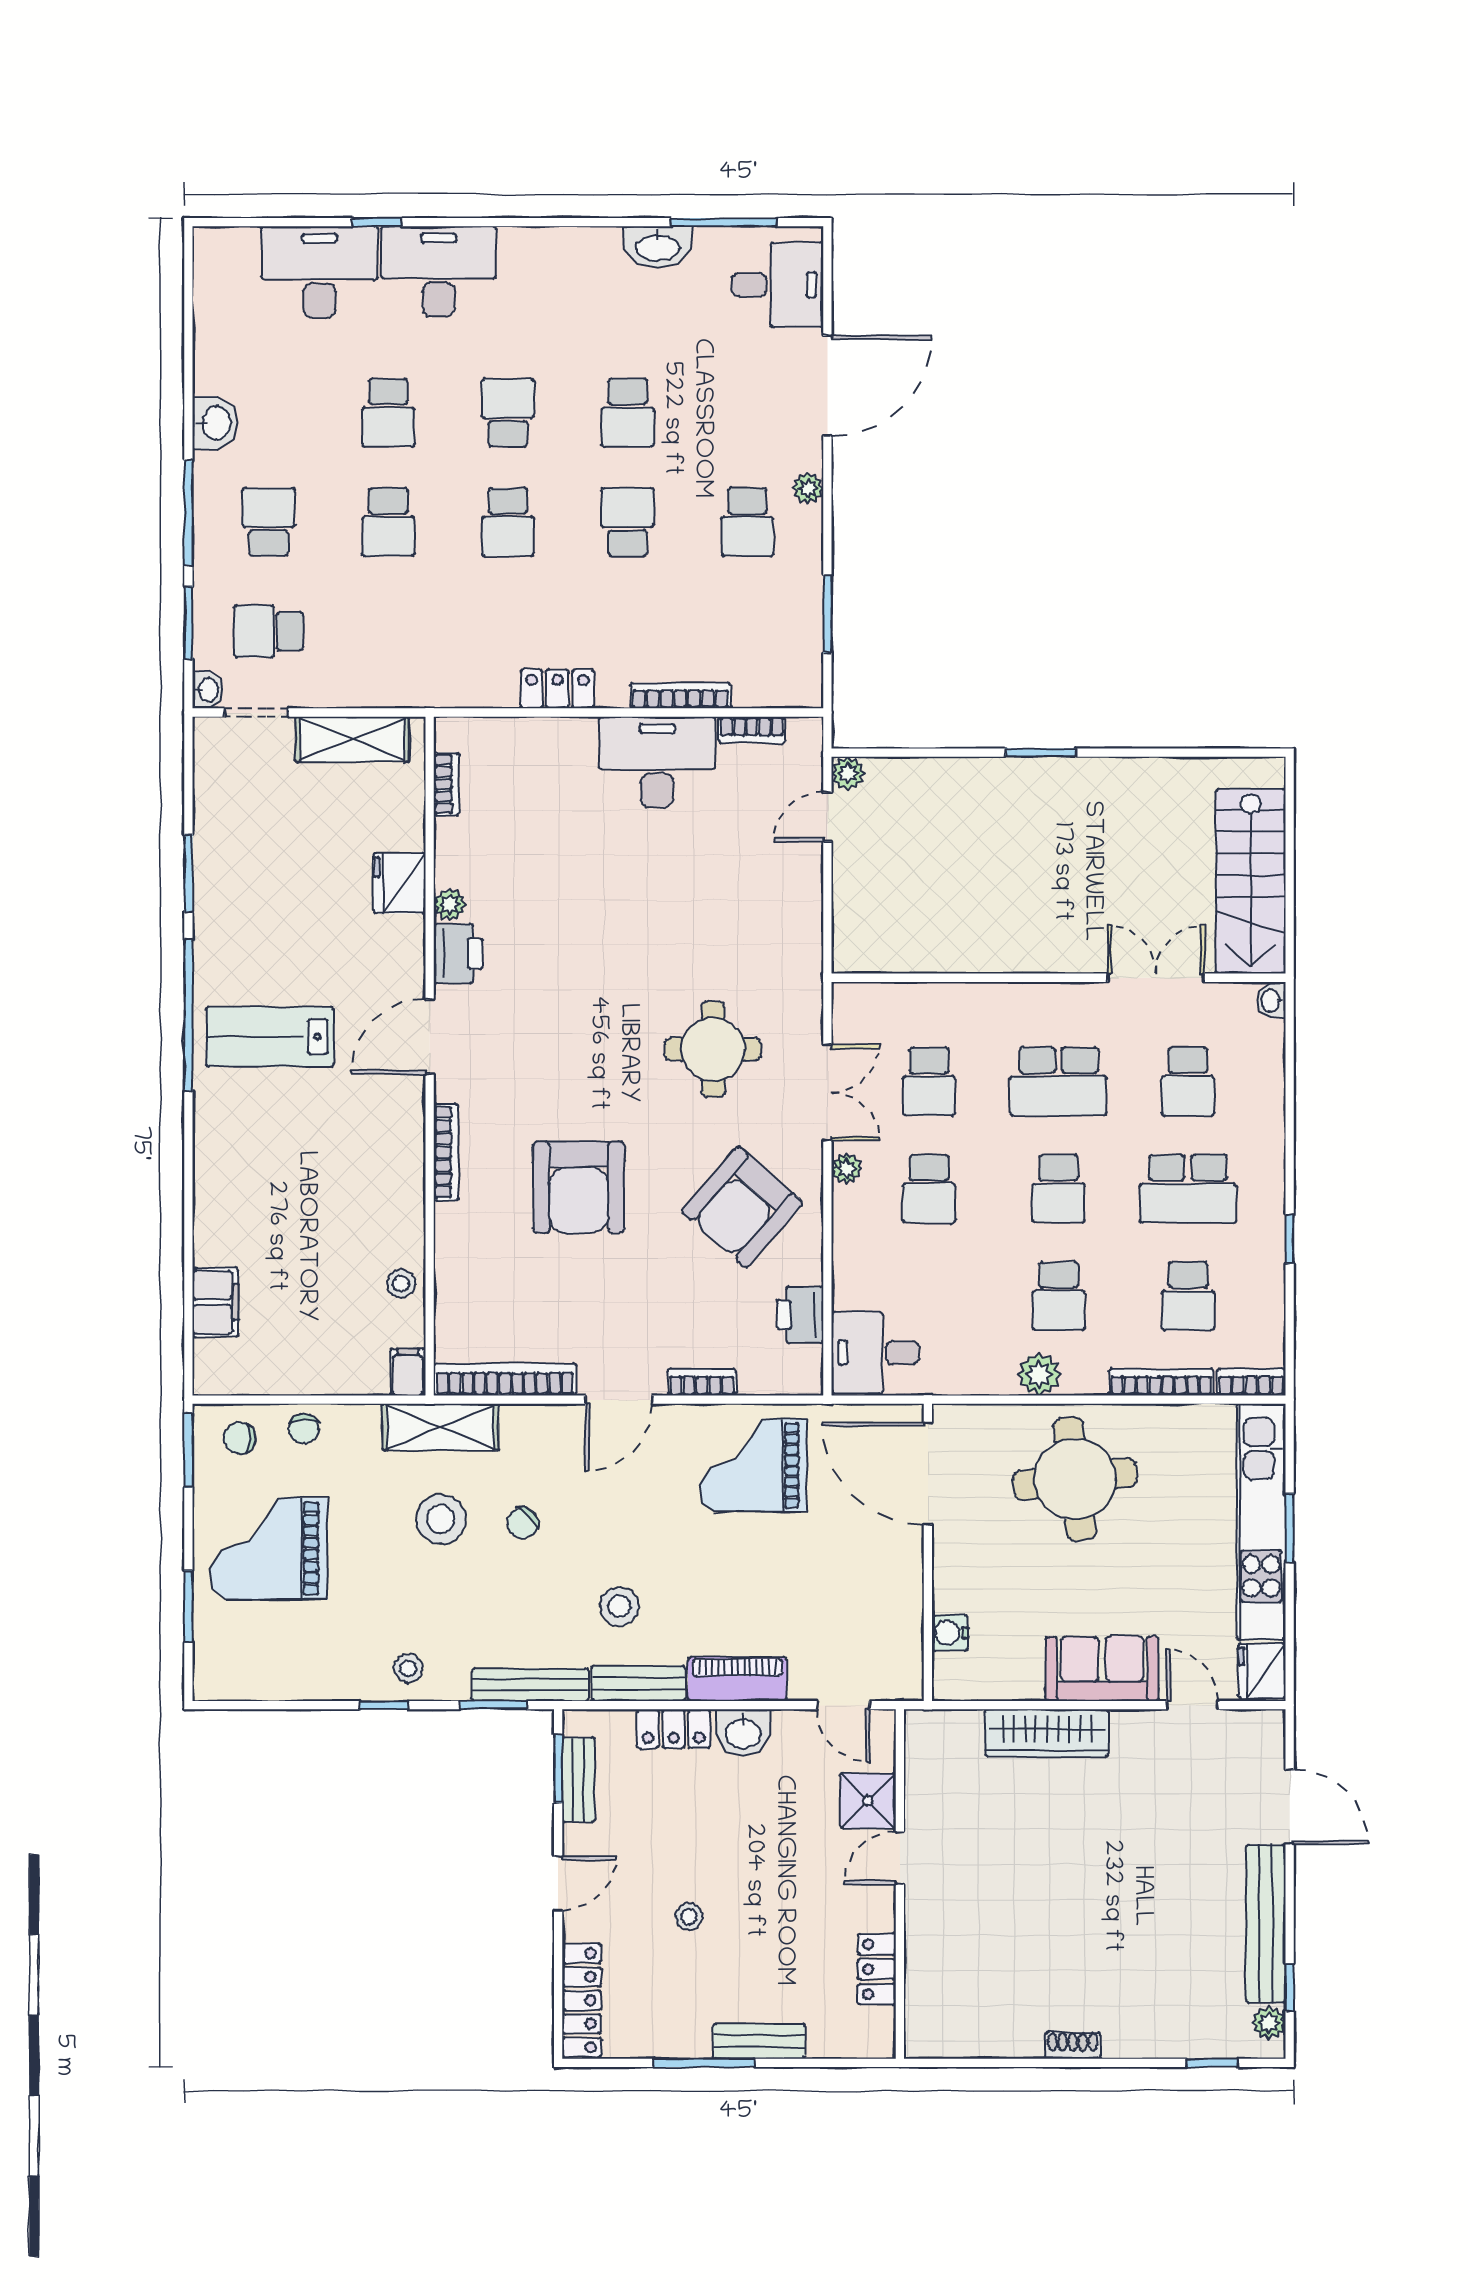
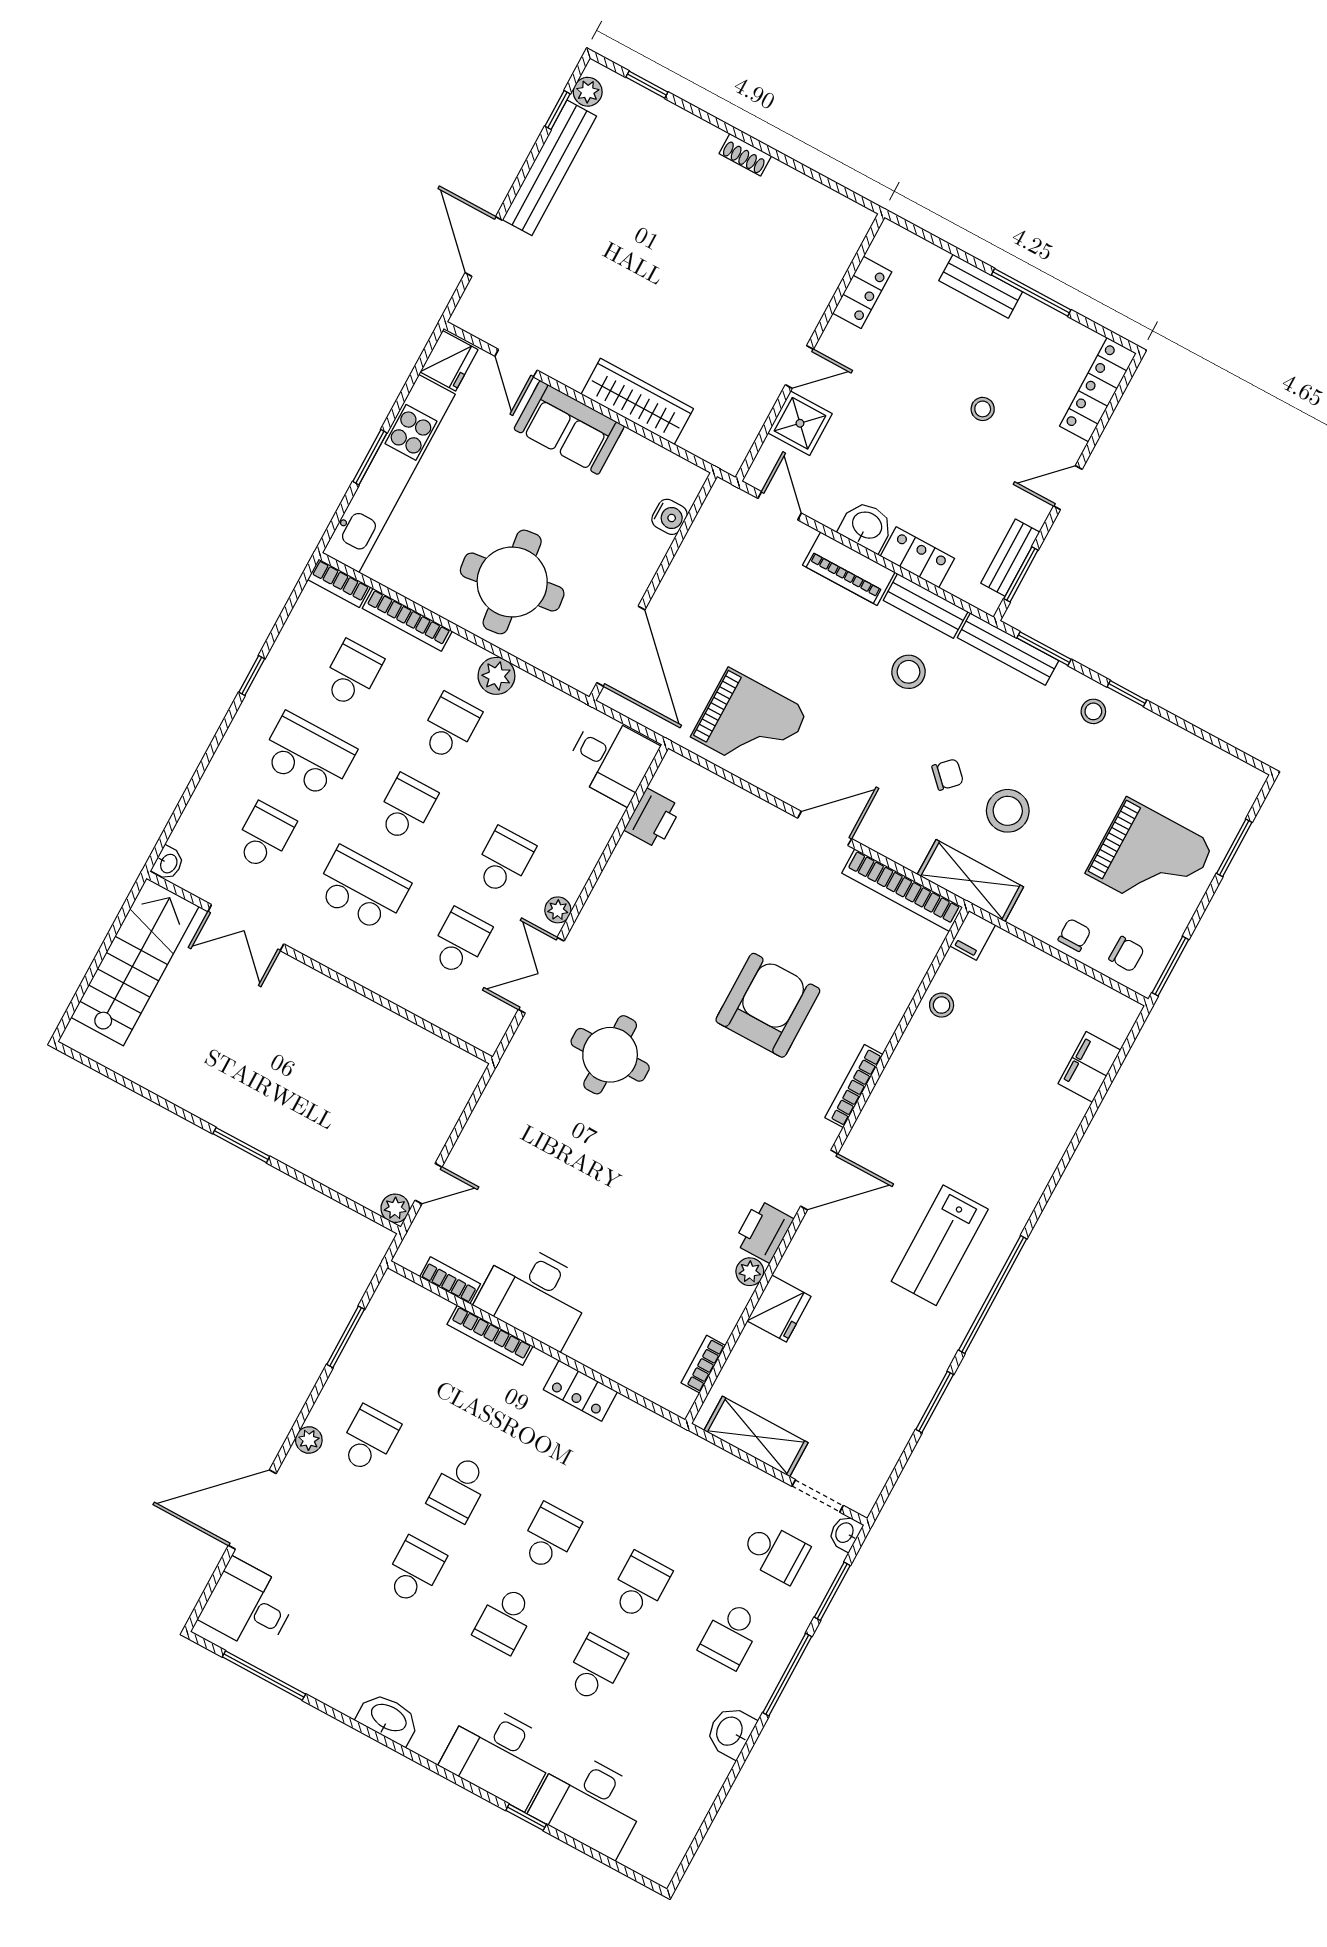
washbasin: (658, 247) -> (388, 1719), moved
lab bench: (270, 1037) -> (940, 1245), turned 90
armchair: (742, 1207) -> (652, 924), removed
bookcase: (702, 1382) -> (754, 808), removed

